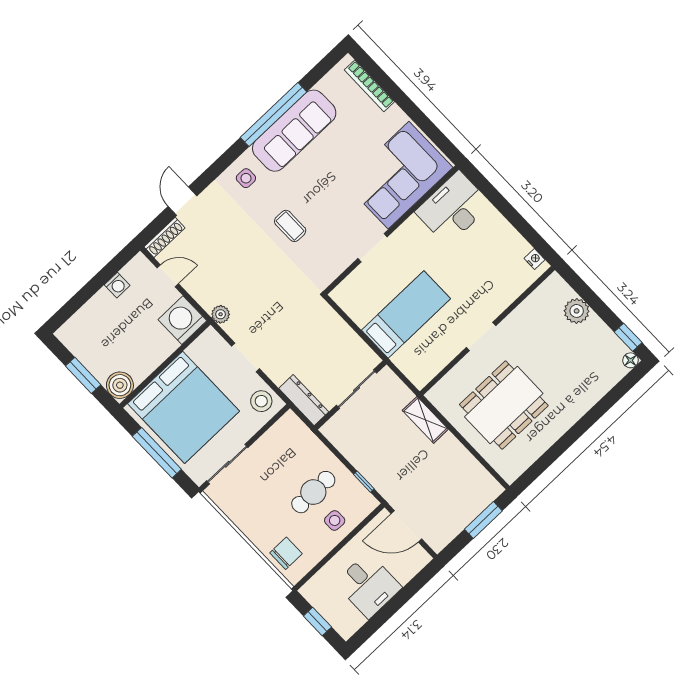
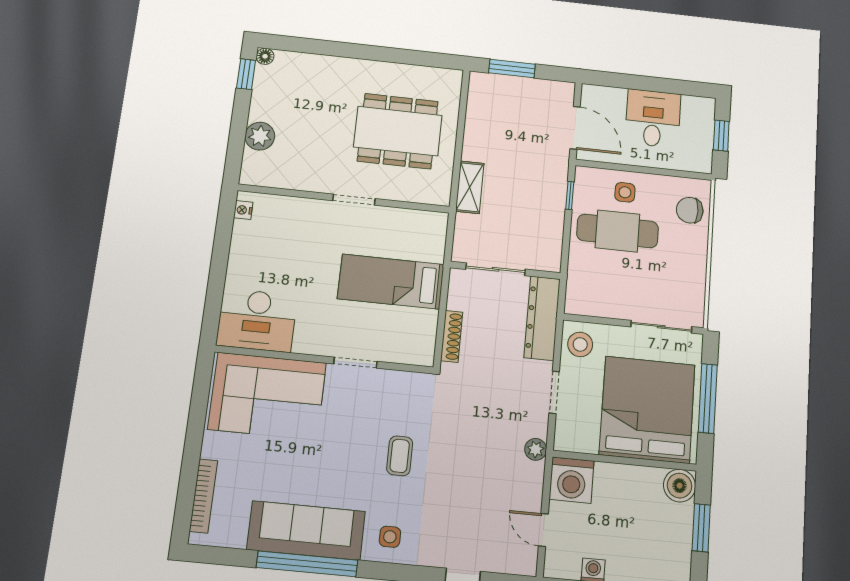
shoe rack: (165, 237) -> (452, 336), moved, turned 90
dresser: (304, 400) -> (542, 318), width x1.37, depth x1.24
cafe table: (313, 492) -> (618, 231), width x1.37, depth x1.35

